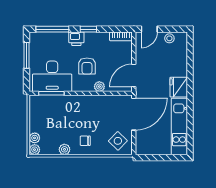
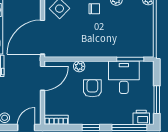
printer: (76, 39) -> (141, 117), moved
desk: (52, 76) -> (124, 77), width x0.73
plant: (35, 138) -> (148, 12), removed

